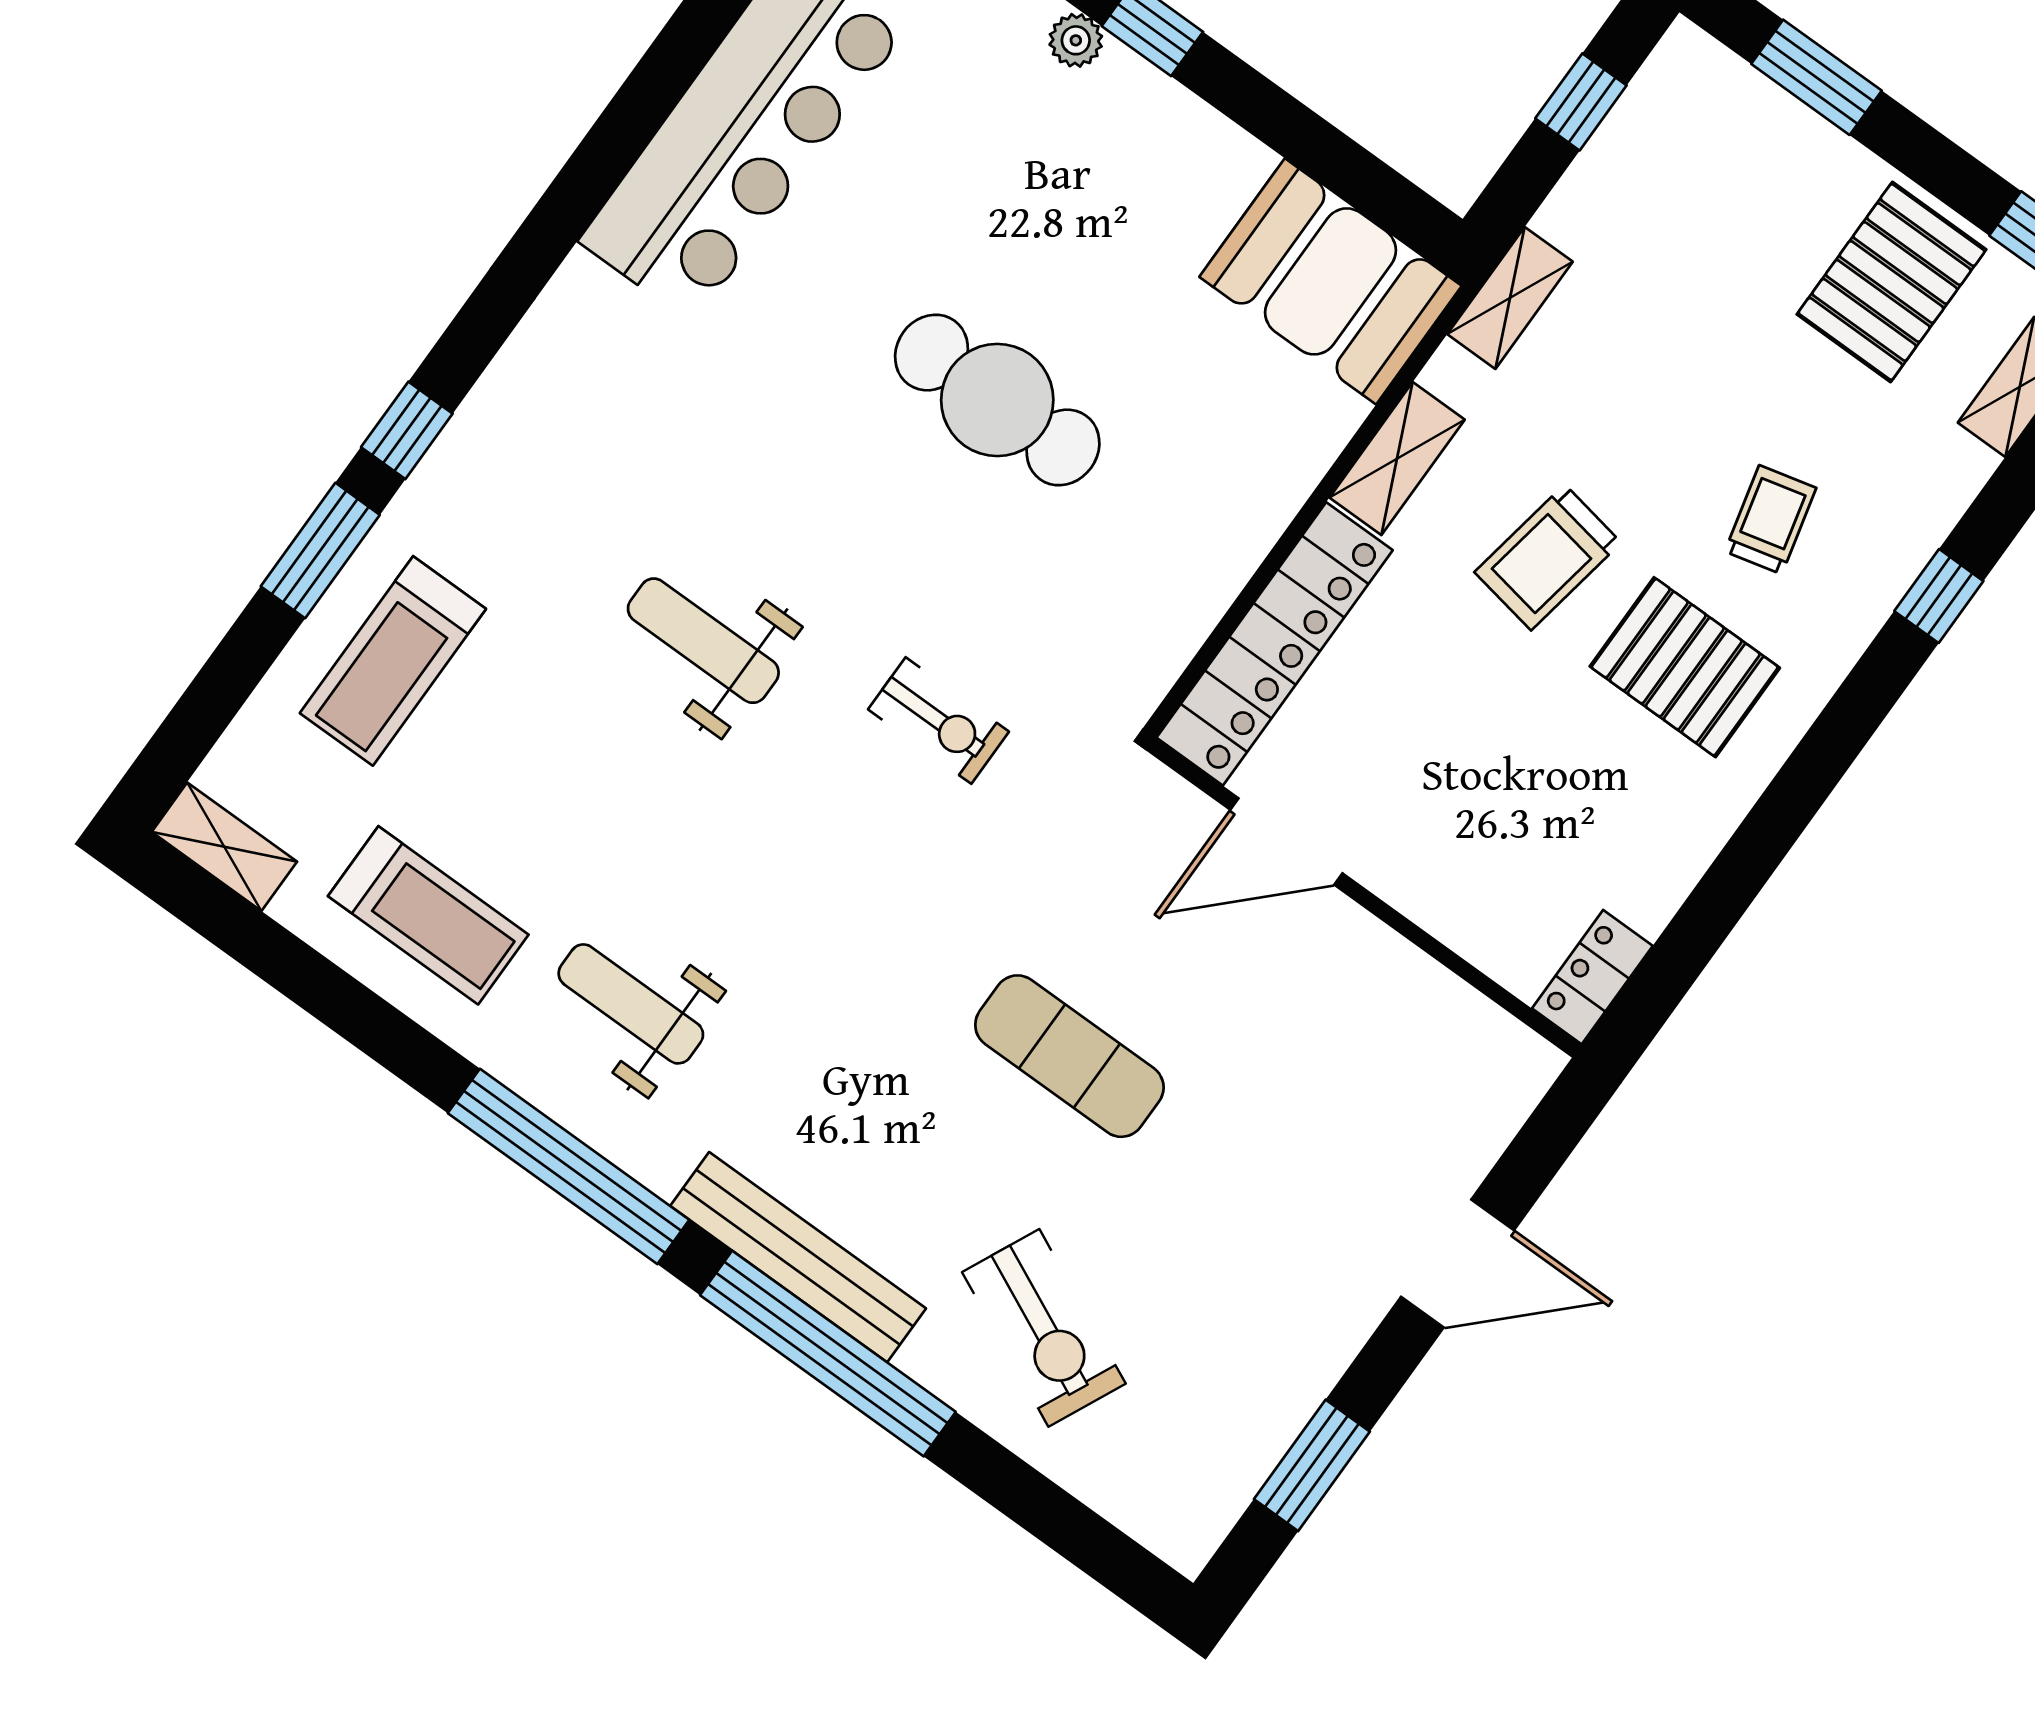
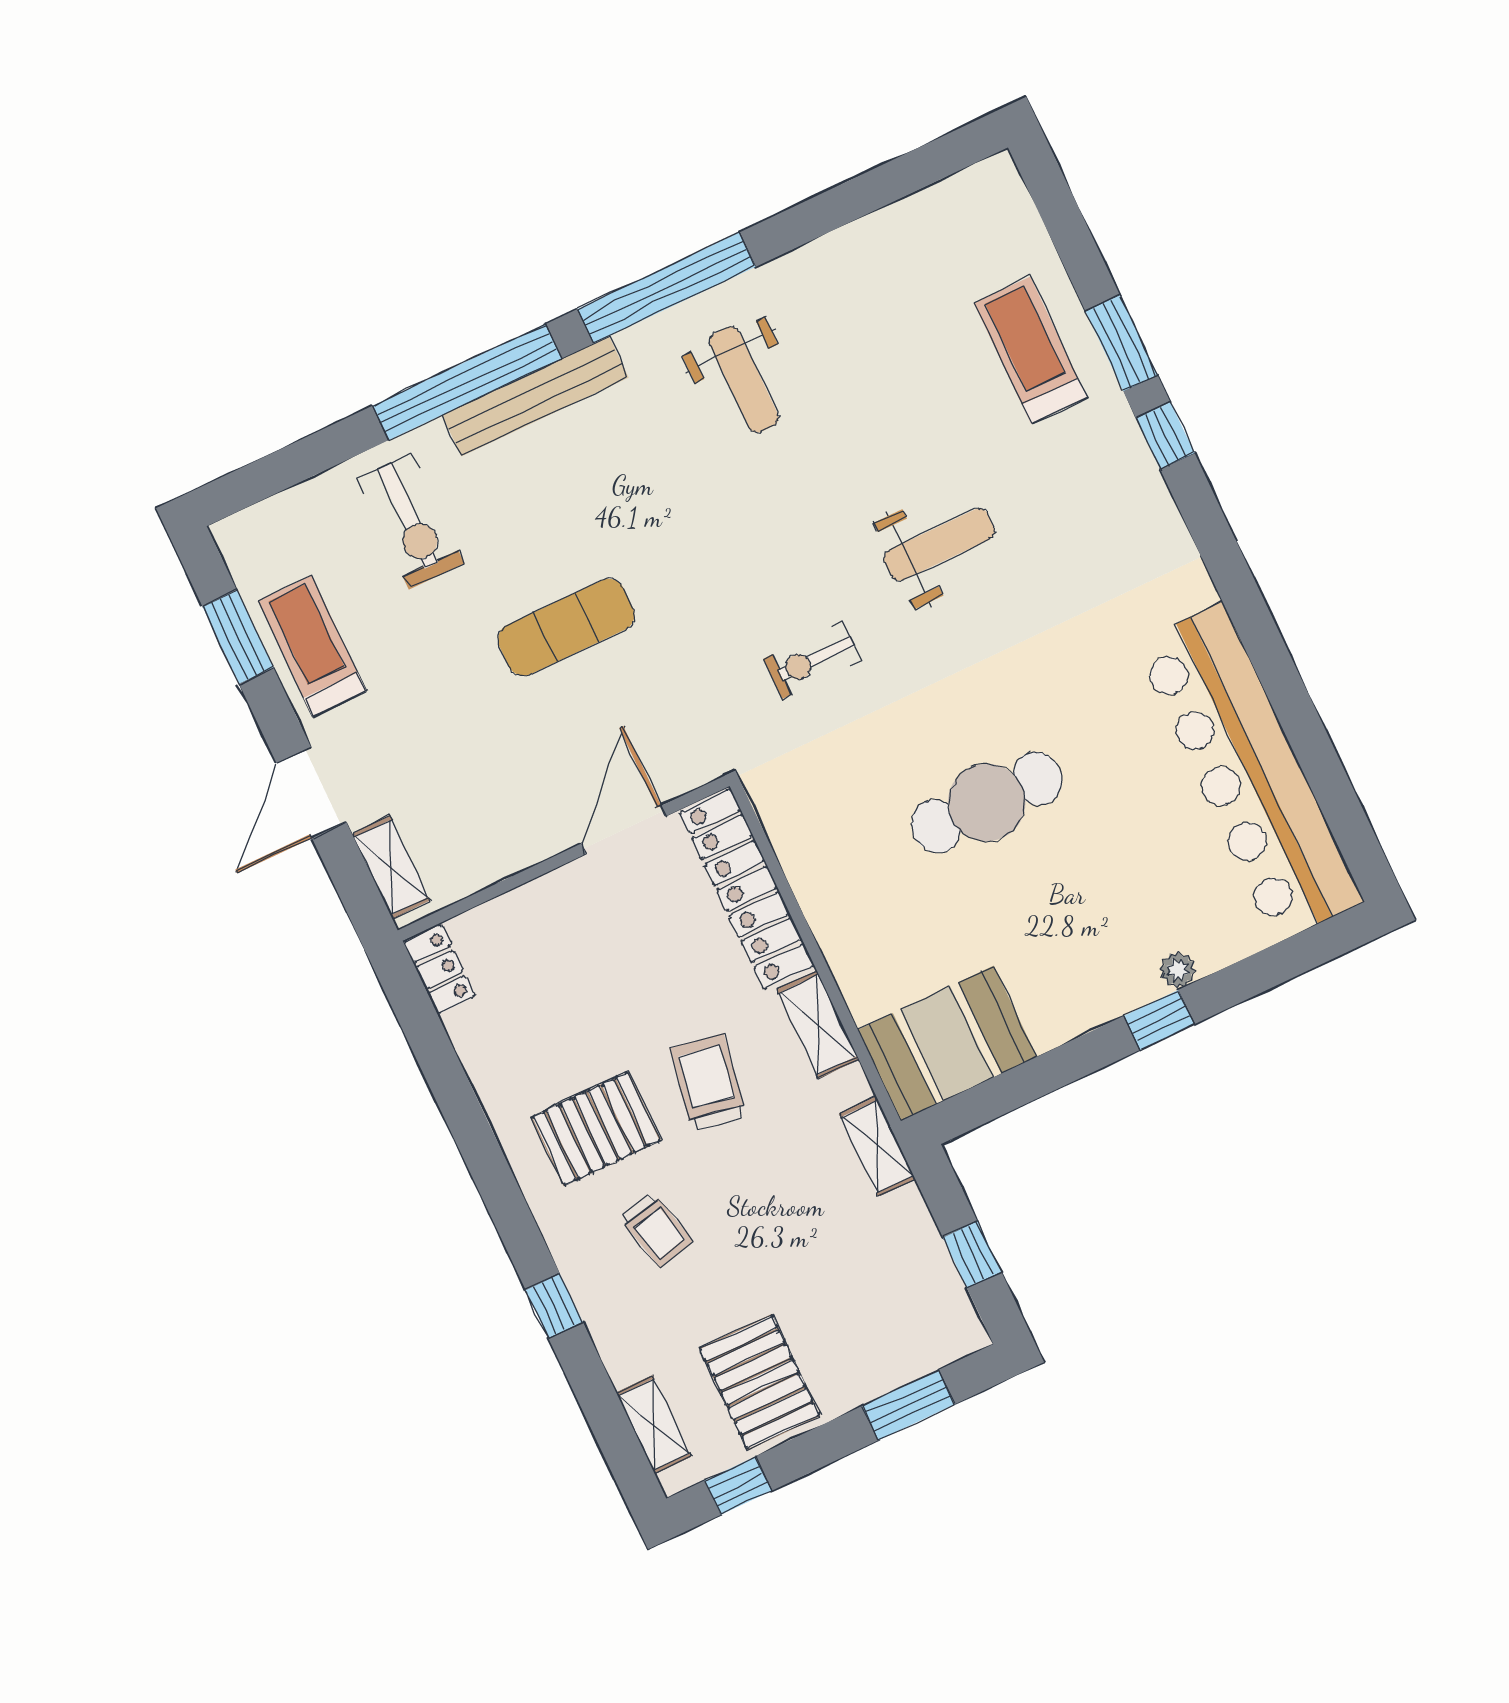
shelving: (224, 847) -> (391, 867), moved, turned 90
treadmill: (428, 915) -> (312, 646), moved, turned 90
weight bench: (631, 1004) -> (744, 380), turned 90
exercise bike: (1044, 1328) -> (410, 521), turned -115

